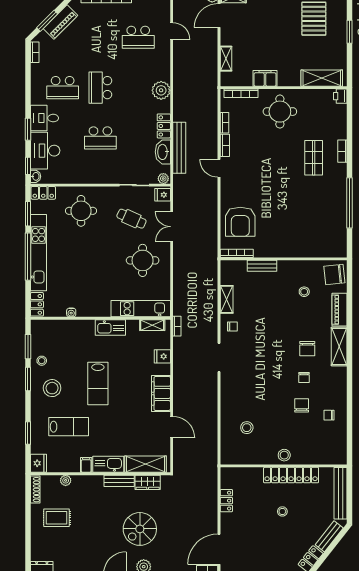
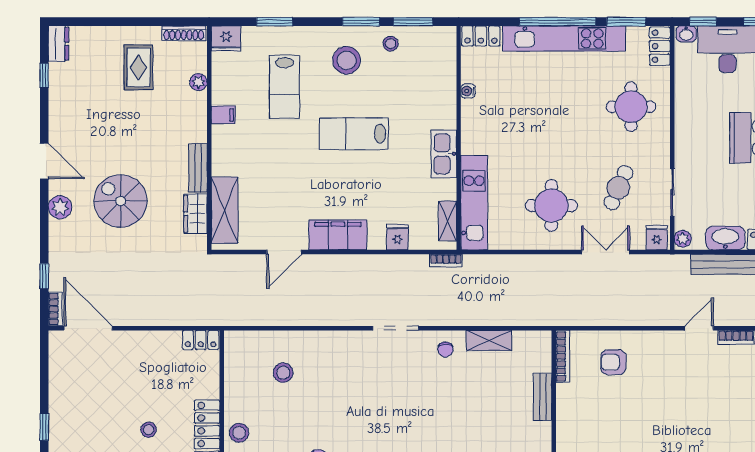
armchair: (240, 222) -> (613, 362), width x0.53, depth x0.53
kitchen sink: (108, 464) -> (224, 150), removed
locker: (226, 501) -> (201, 340), moved

